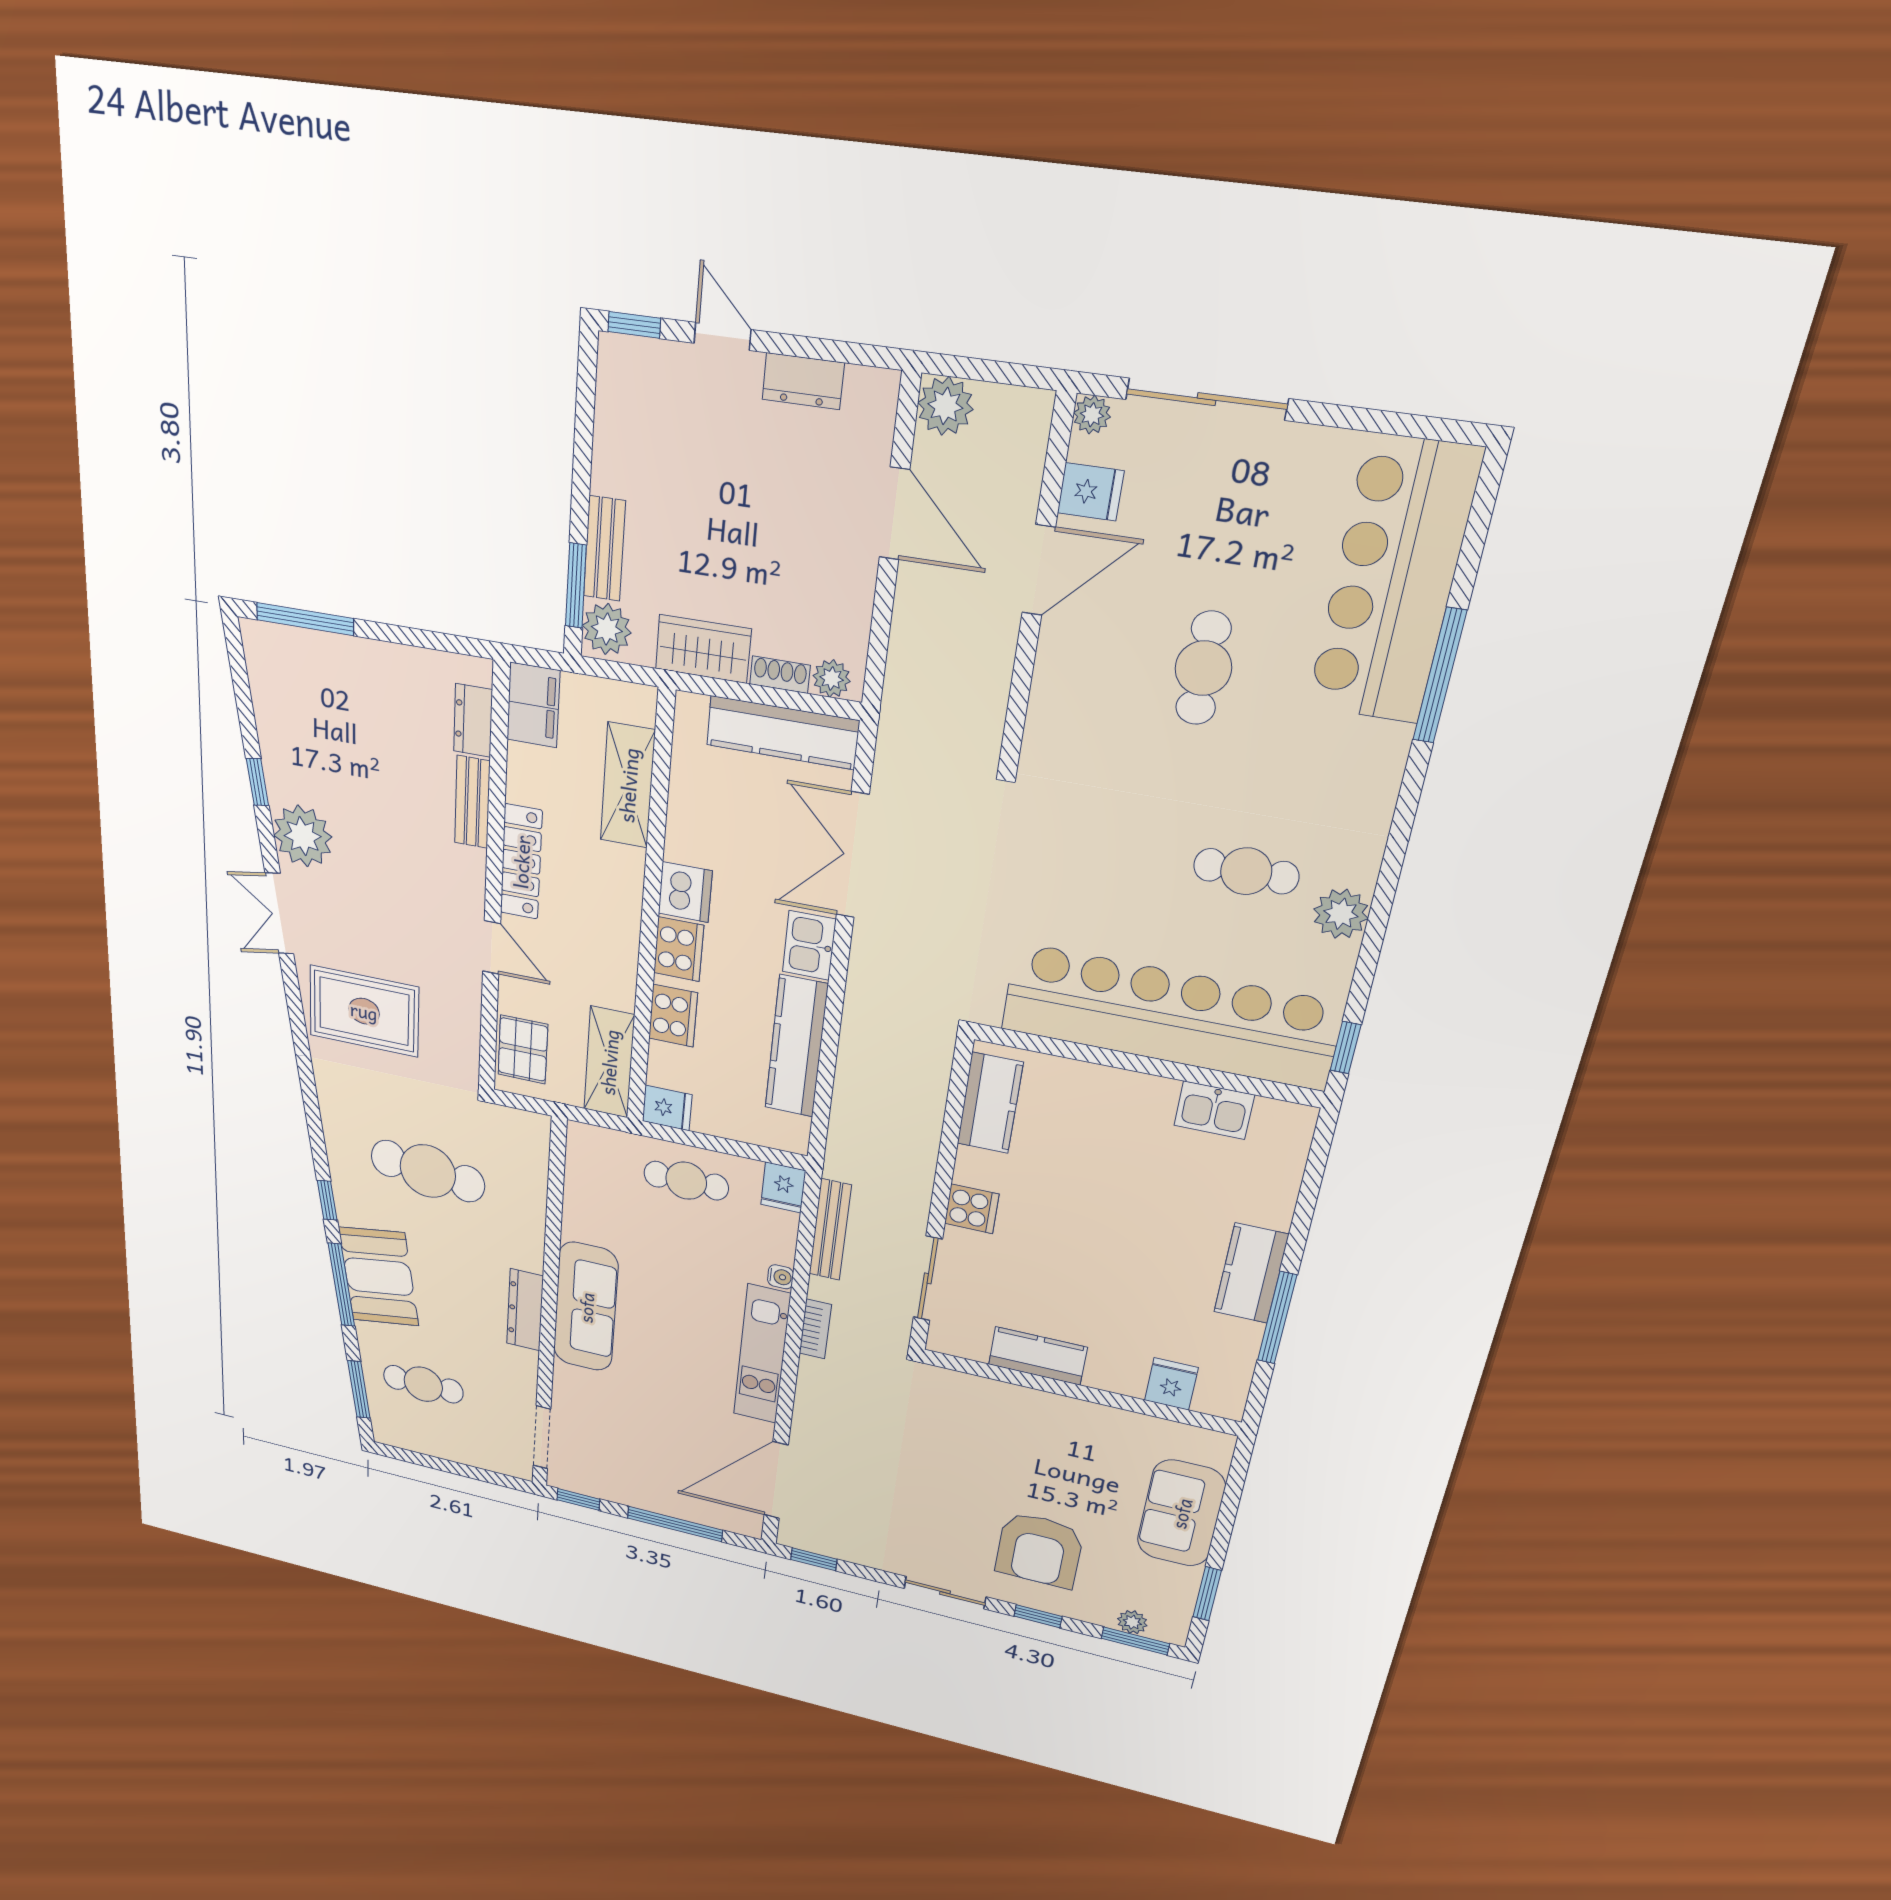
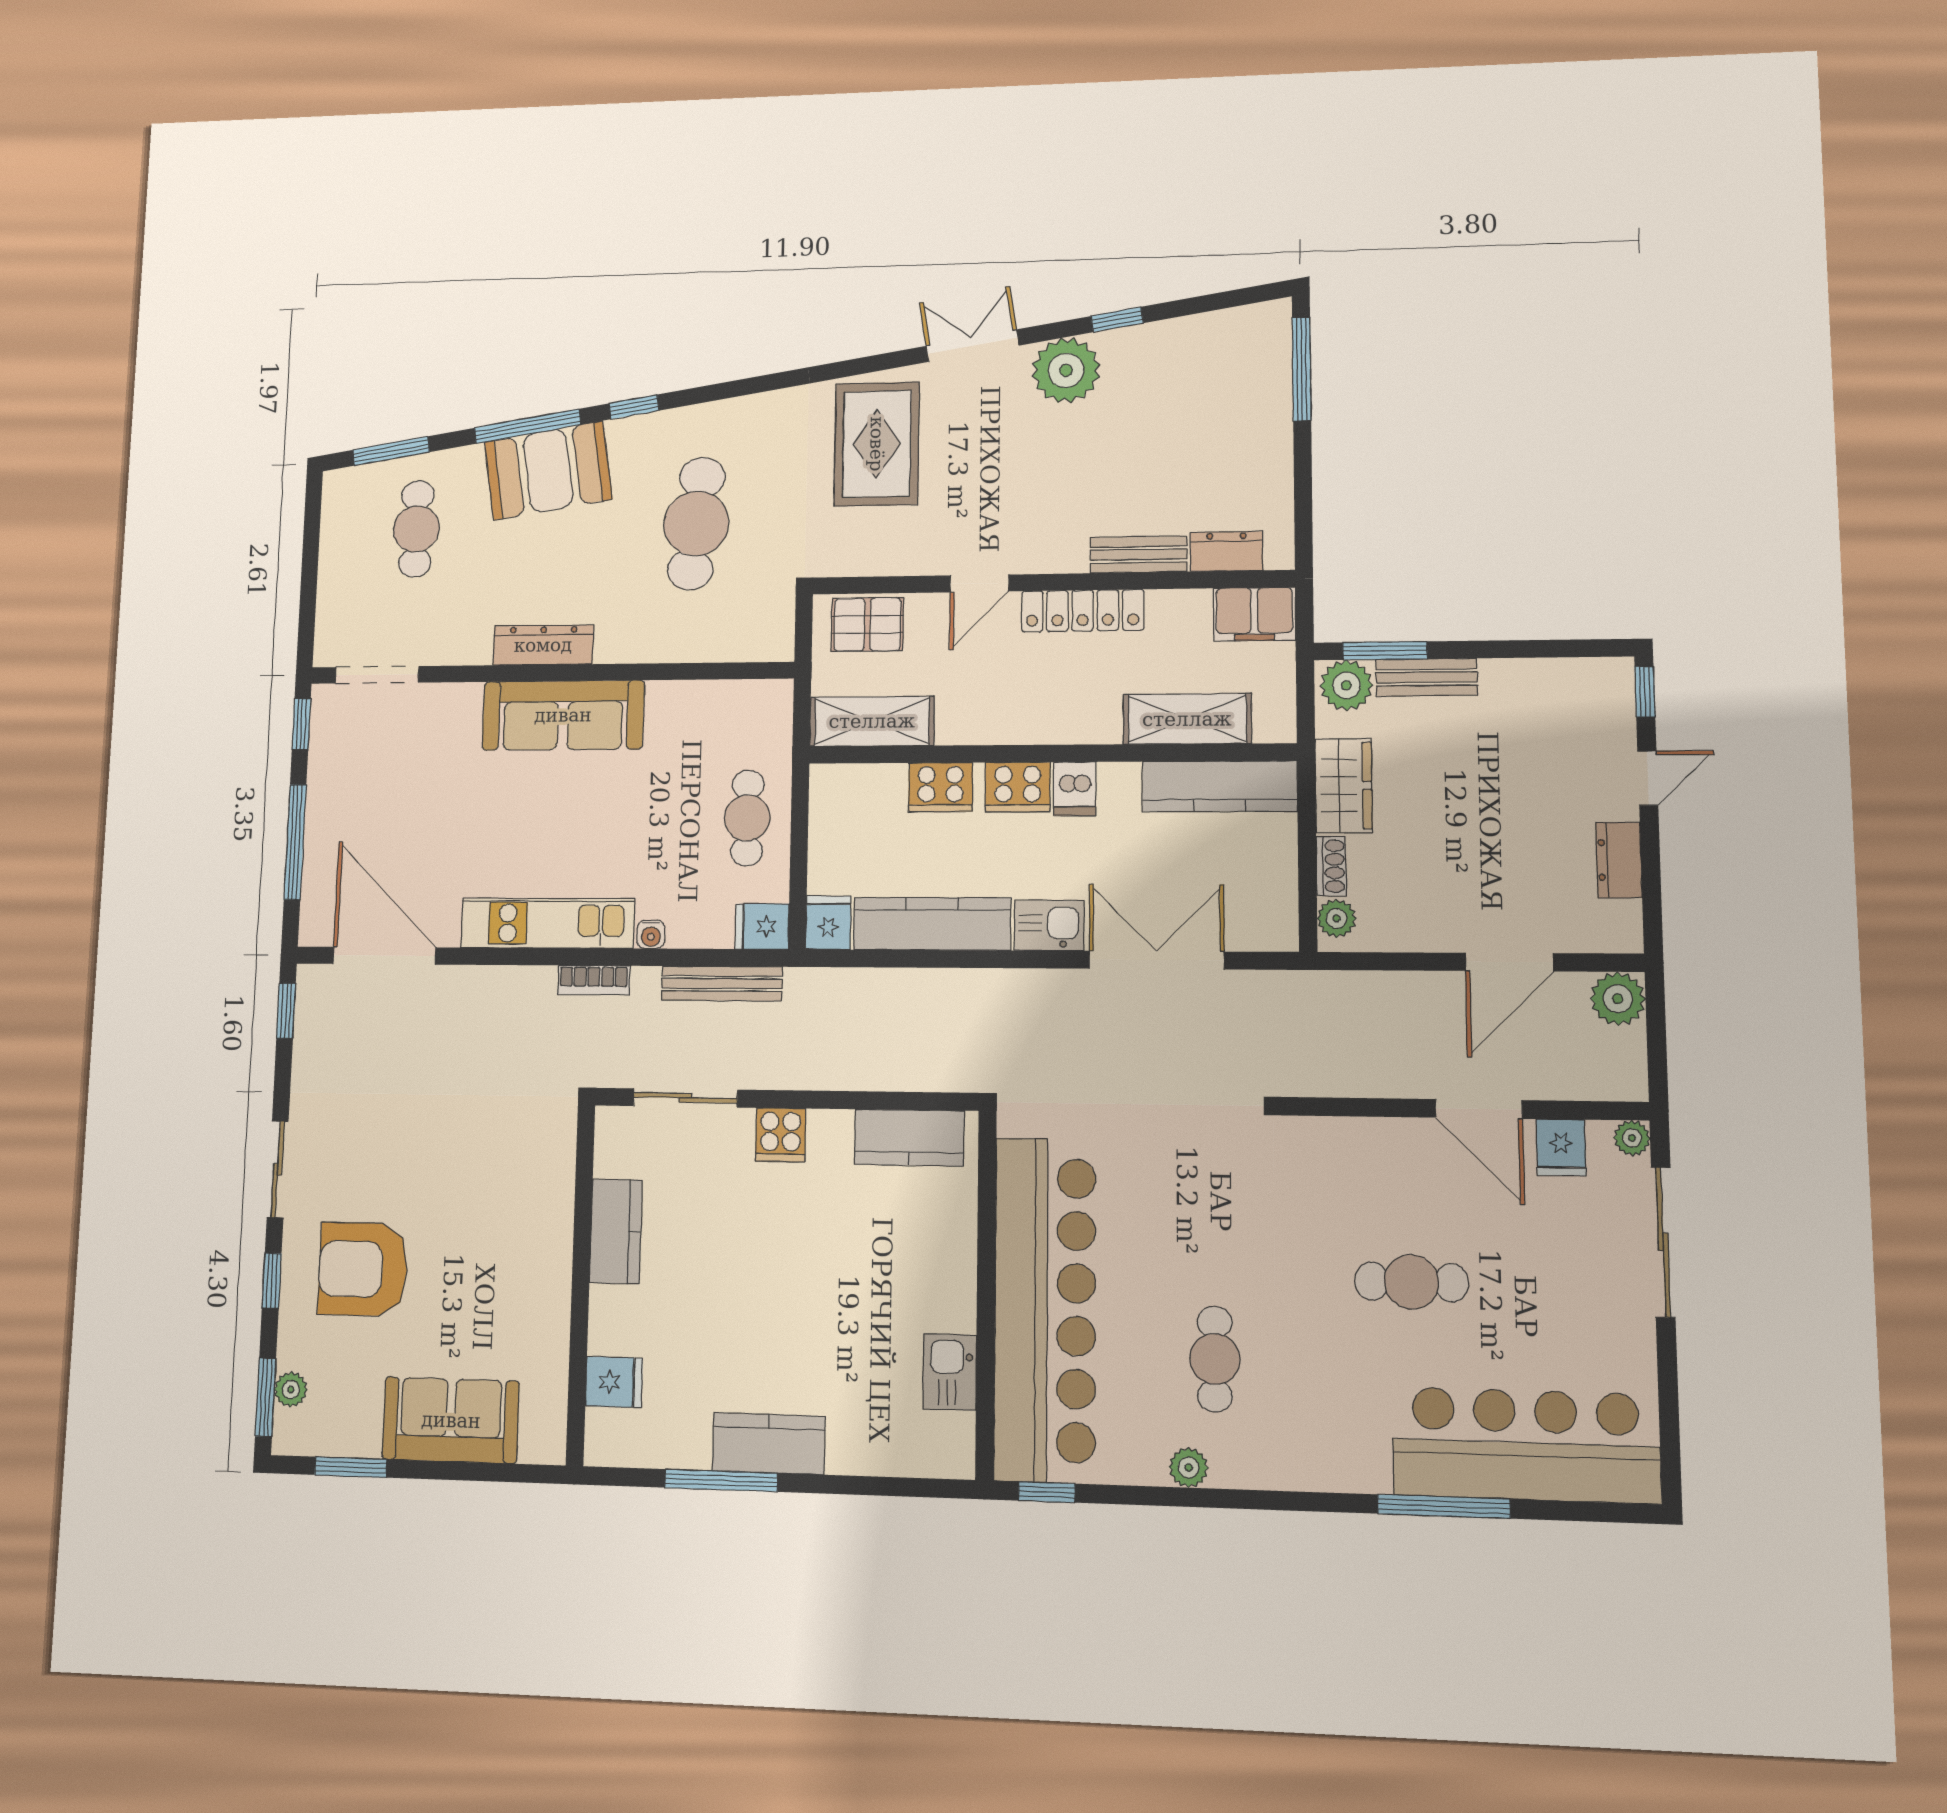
kitchen counter: (783, 733) -> (1220, 786), moved, turned -90
dishwasher: (685, 892) -> (1075, 789), width x0.73
plant: (1341, 914) -> (1189, 1468), width x0.73, depth x0.73
fridge: (667, 1108) -> (828, 923), moved, turned 180

